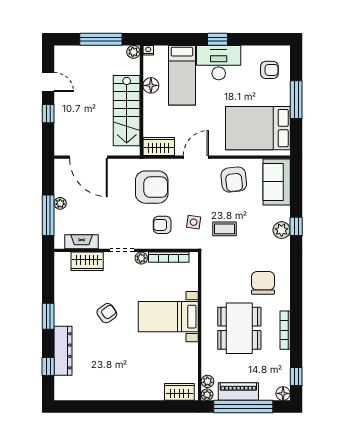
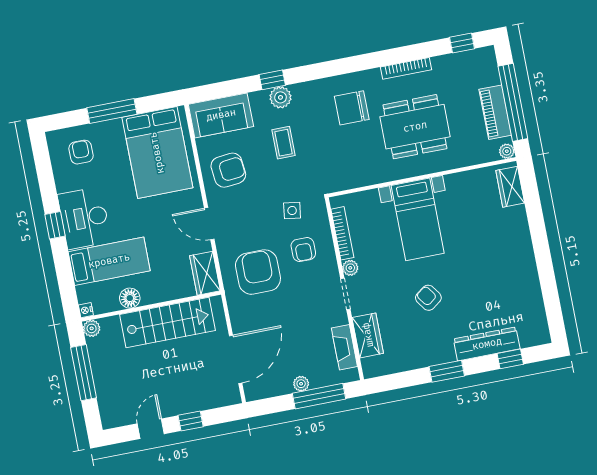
coffee table: (224, 229) -> (284, 143), moved
plant: (207, 381) -> (490, 154), removed
floor lamp: (283, 393) -> (487, 55), removed

